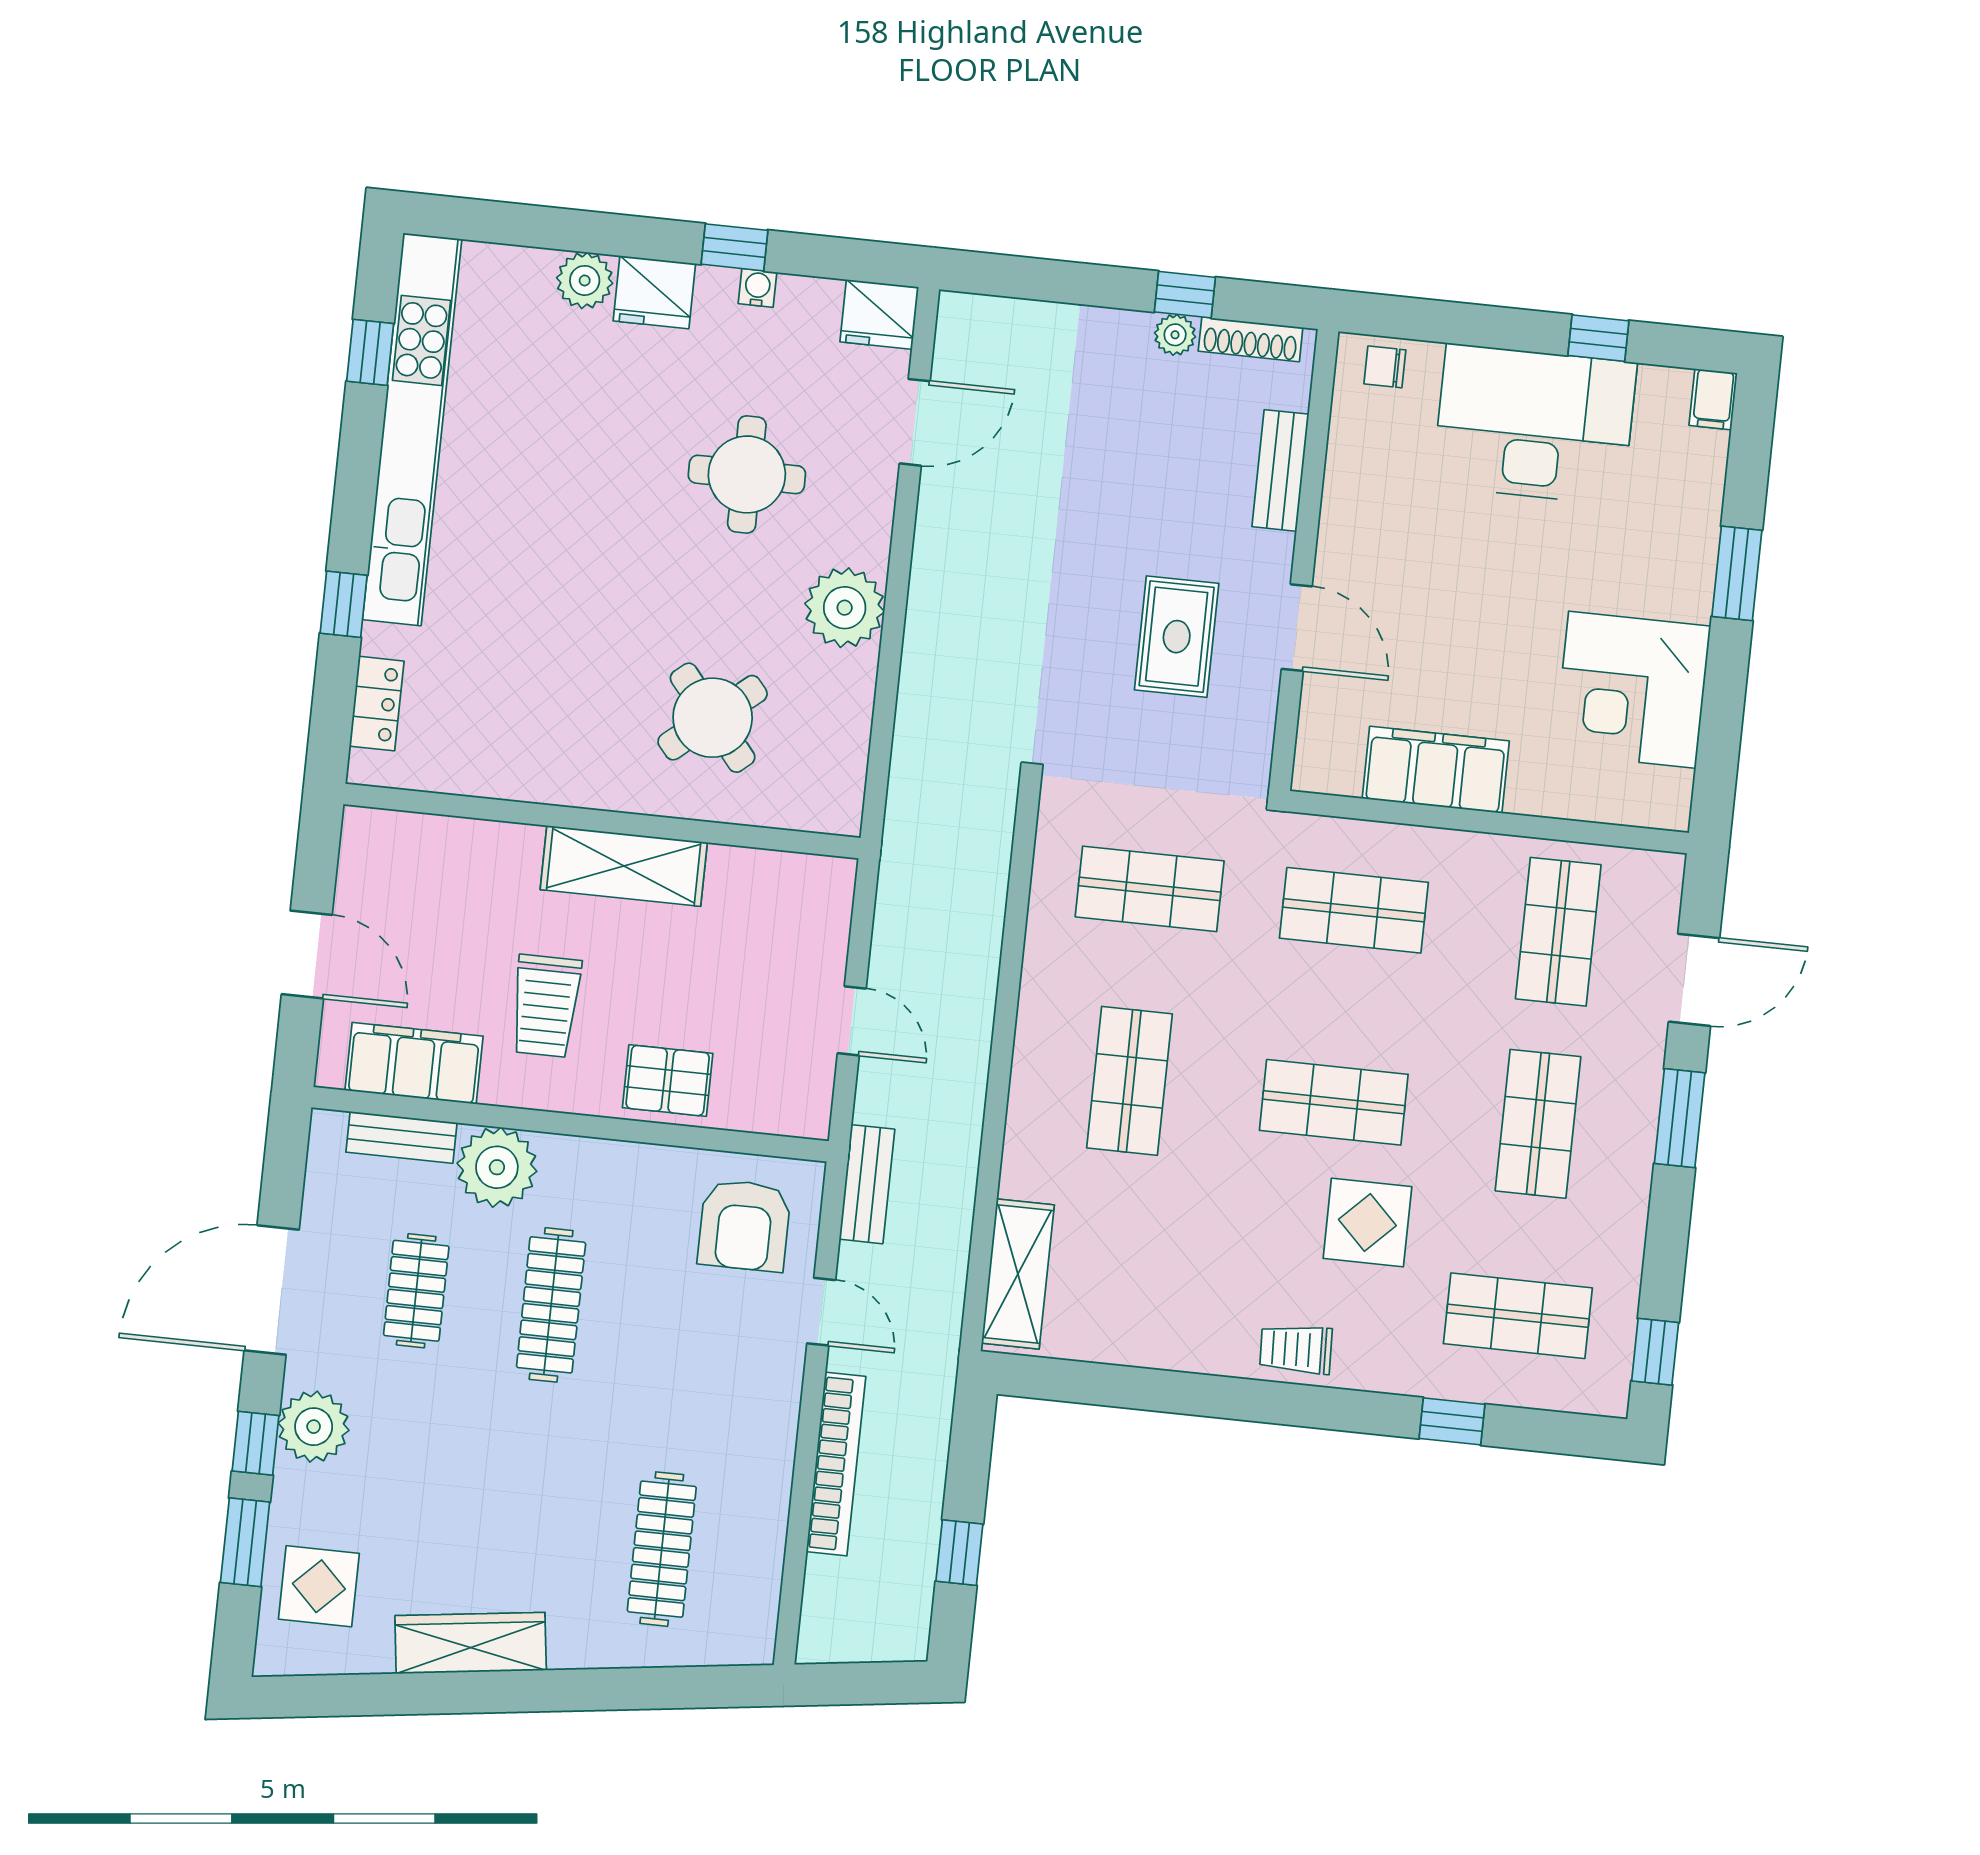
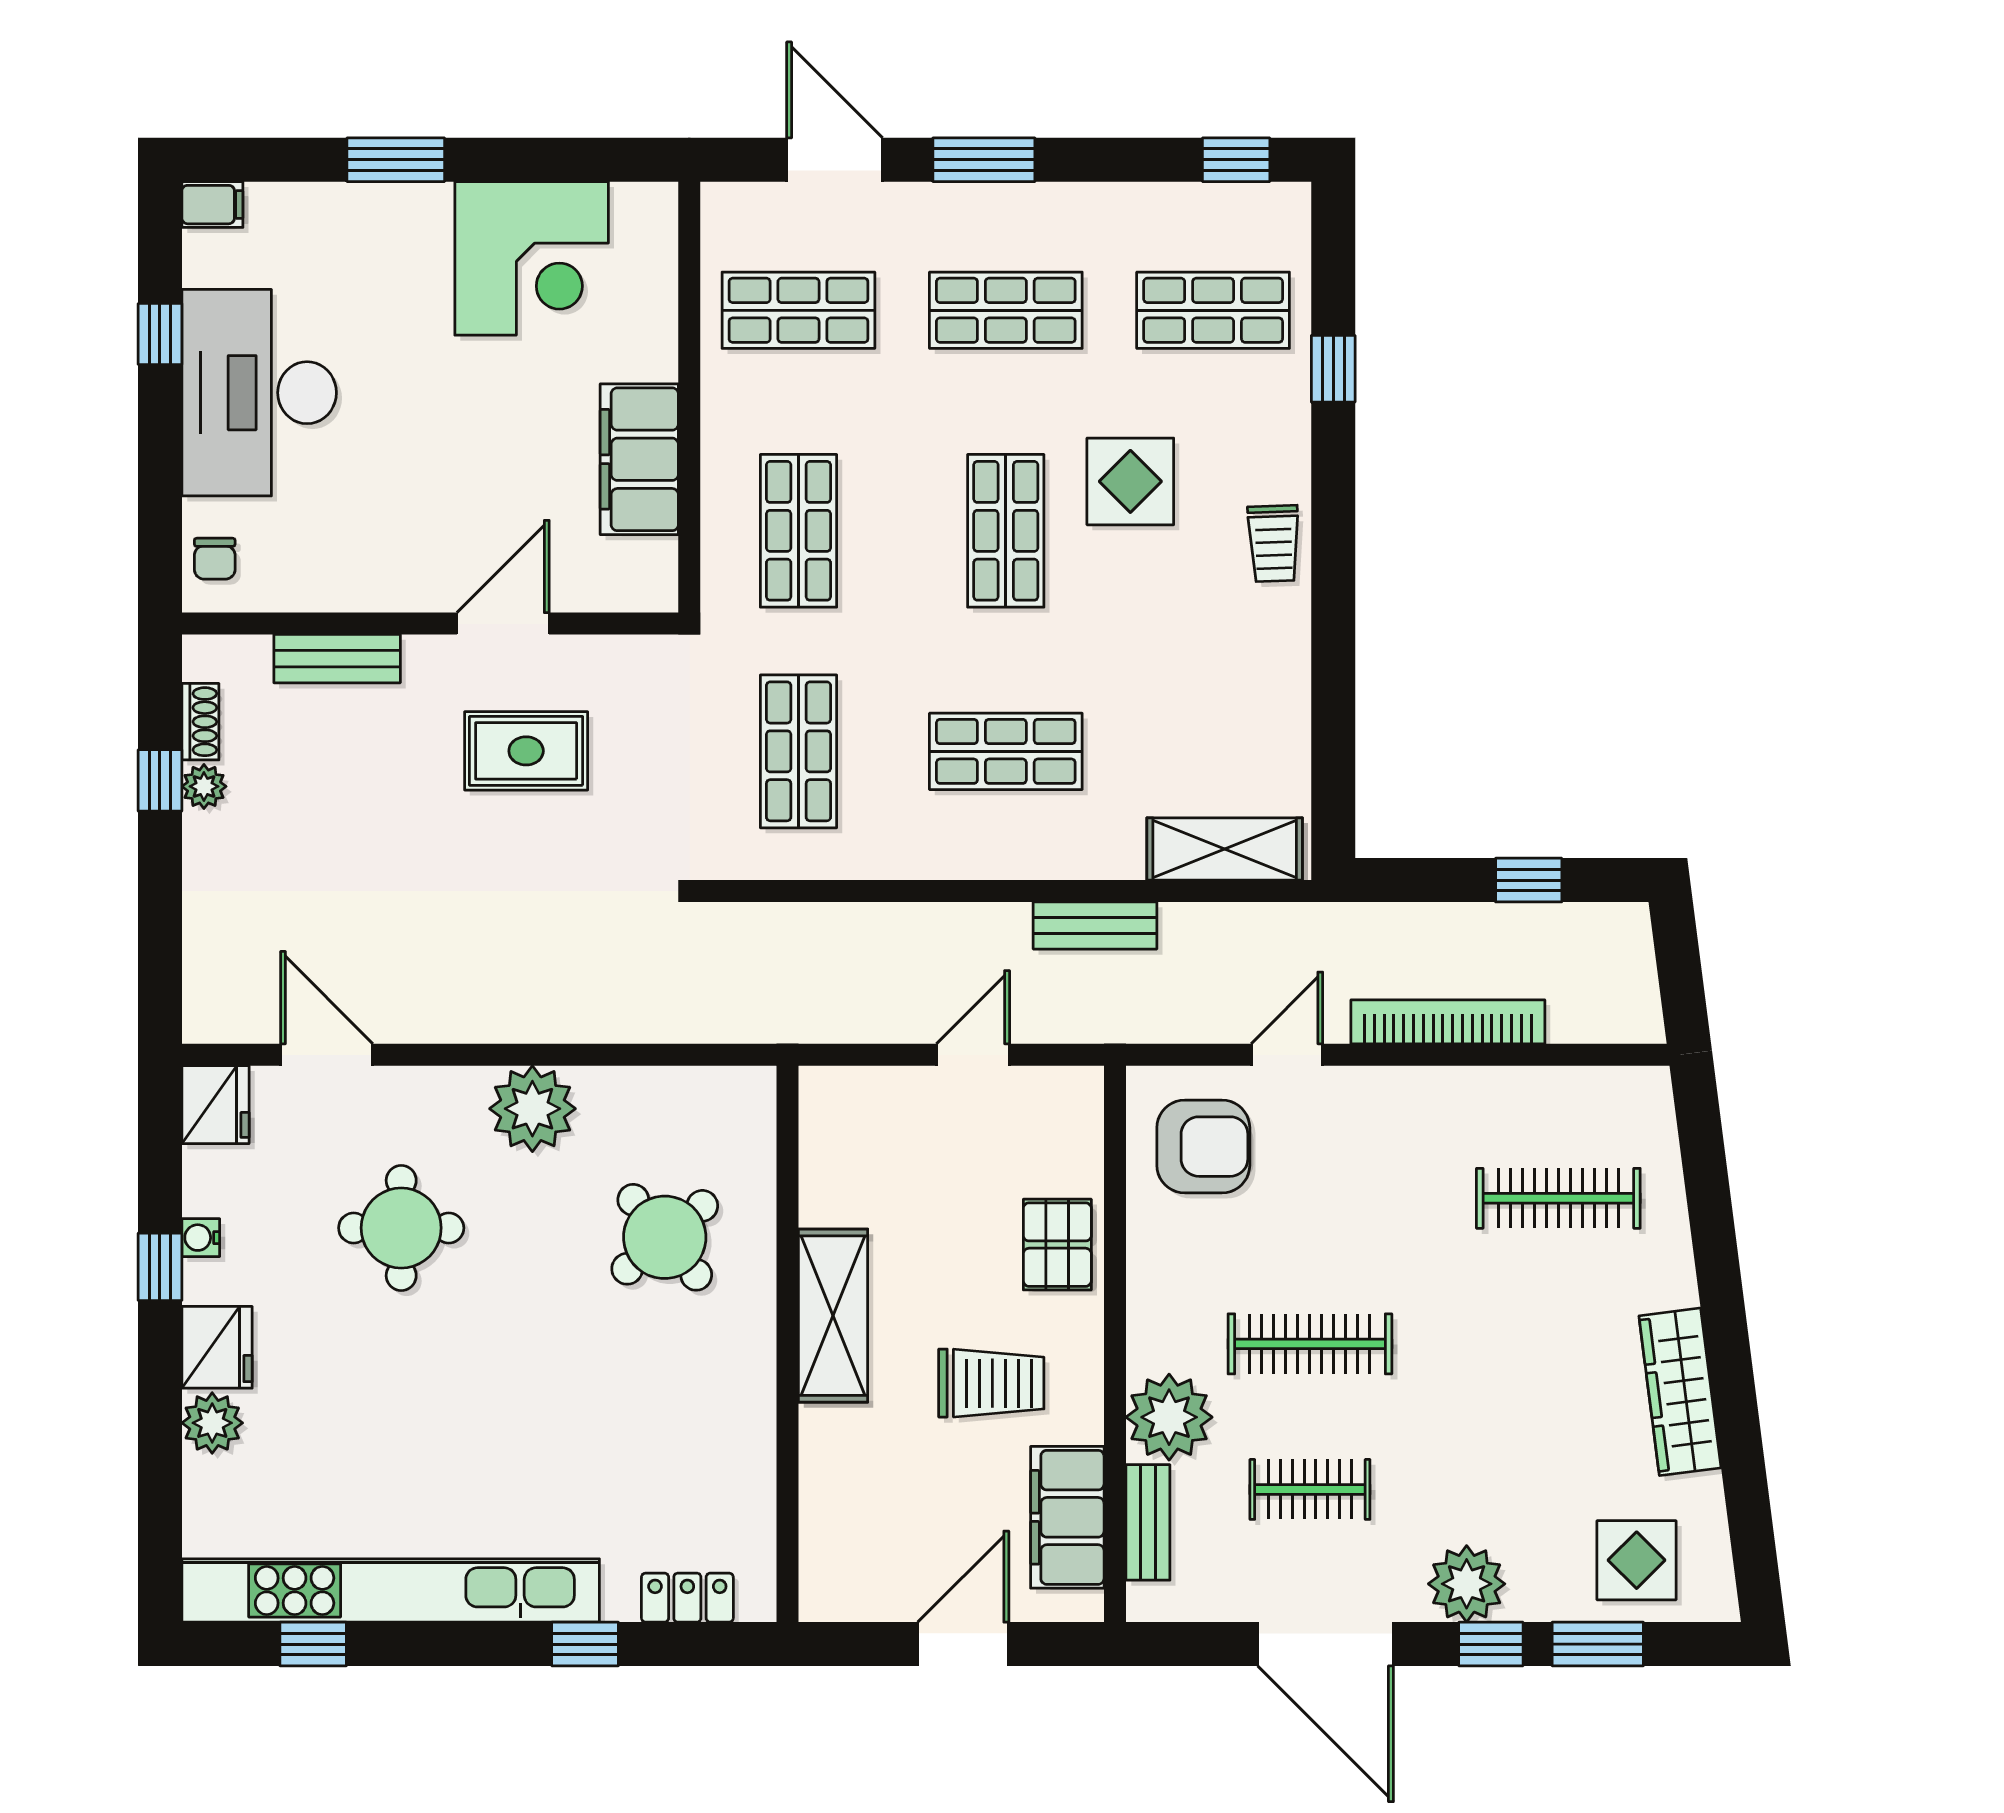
shoe rack: (1251, 339) -> (200, 722), width x0.70
bench: (867, 1184) -> (1095, 925), moved
shop shelf: (1518, 1316) -> (1213, 310), turned 90

